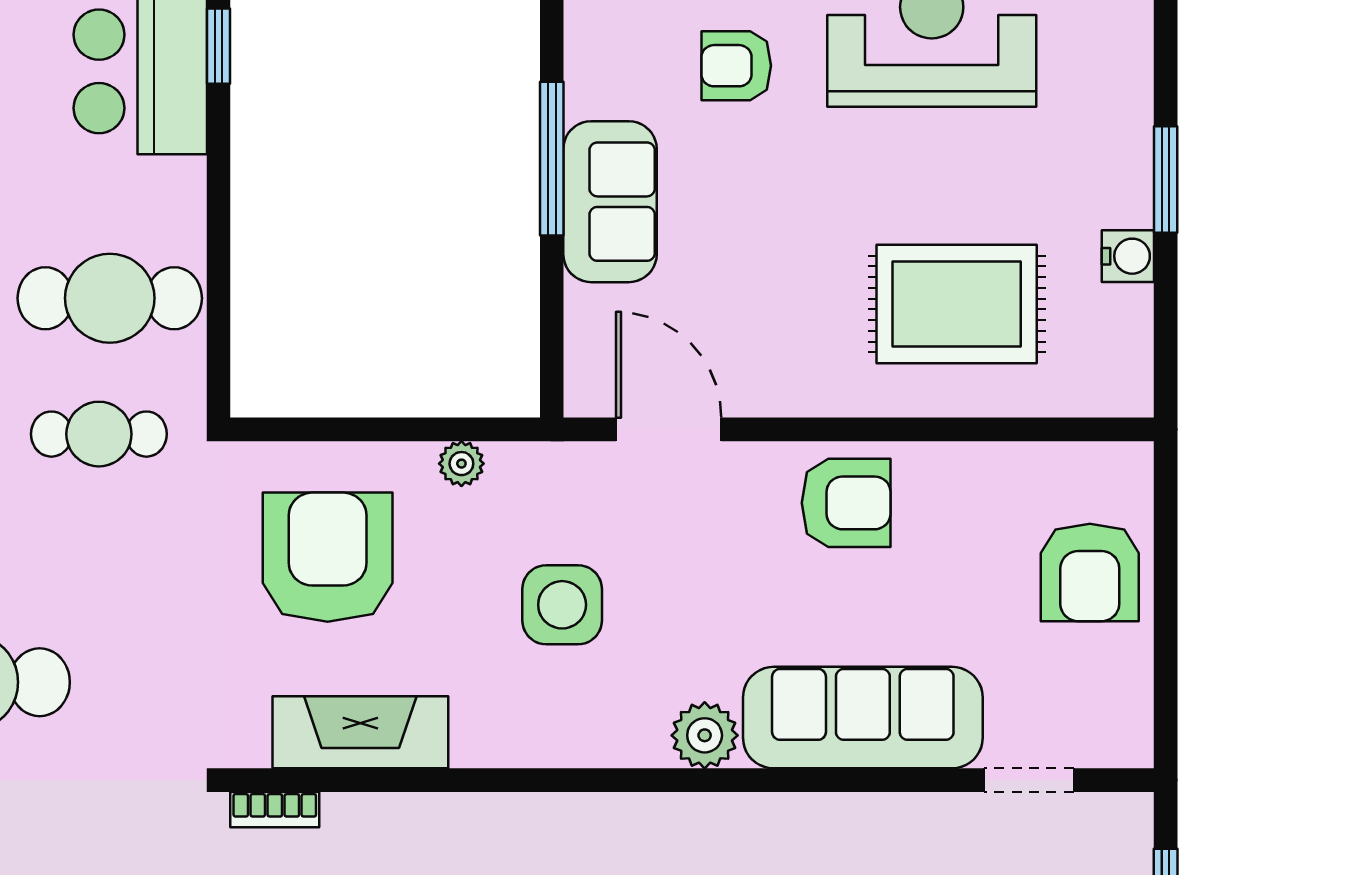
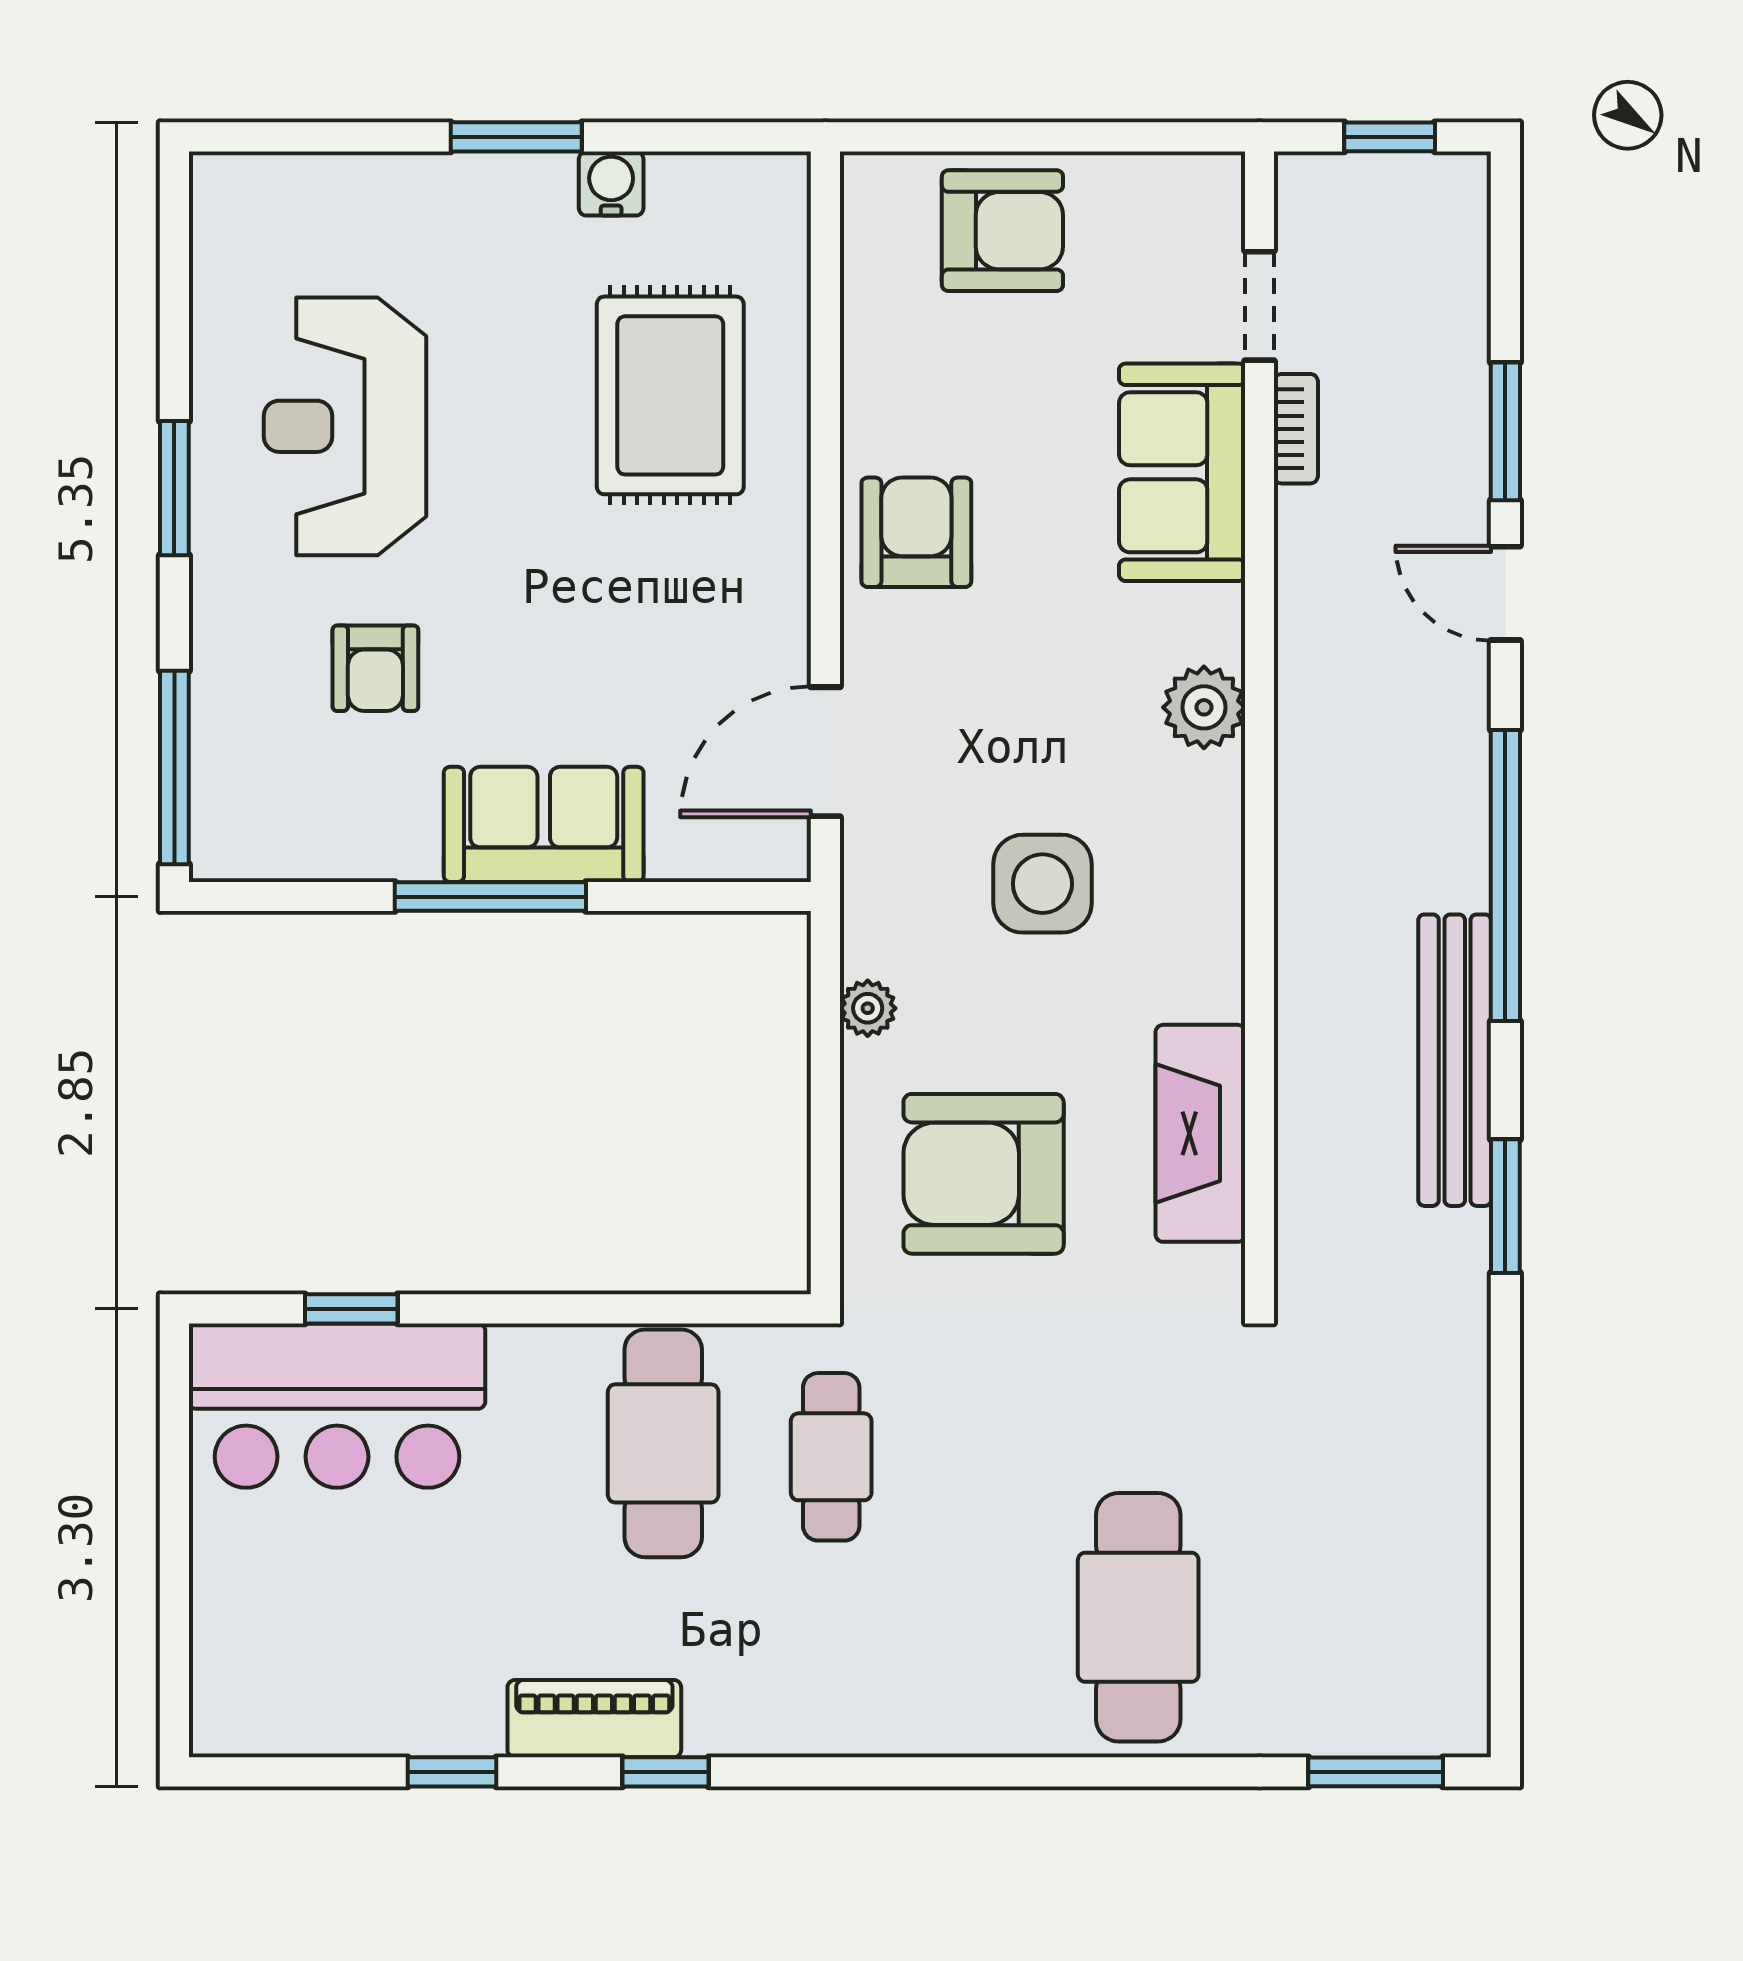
sofa: (863, 718) -> (1182, 472), width x0.73
bookcase: (275, 810) -> (1296, 429), moved

